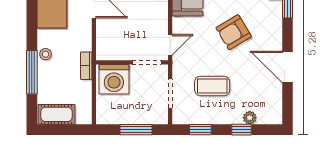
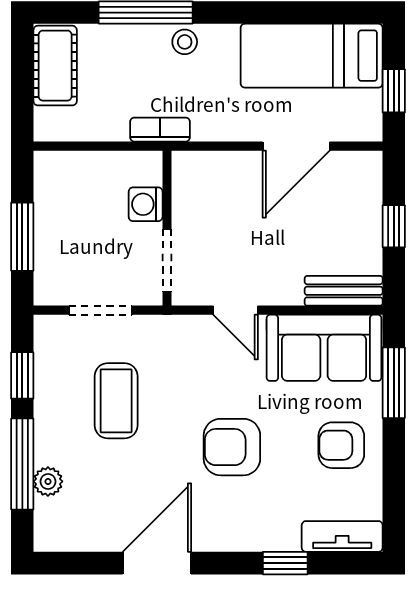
armchair: (234, 32) -> (232, 447), turned -59
door: (170, 45) -> (235, 310), moved
washing machine: (114, 79) -> (146, 204), width x0.53, depth x0.53
window: (242, 130) -> (22, 464), width x2.17

